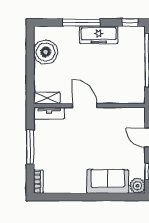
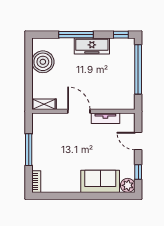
tv unit: (49, 113) -> (105, 118), moved

